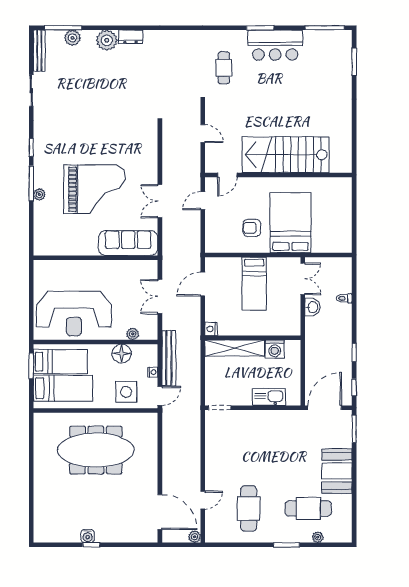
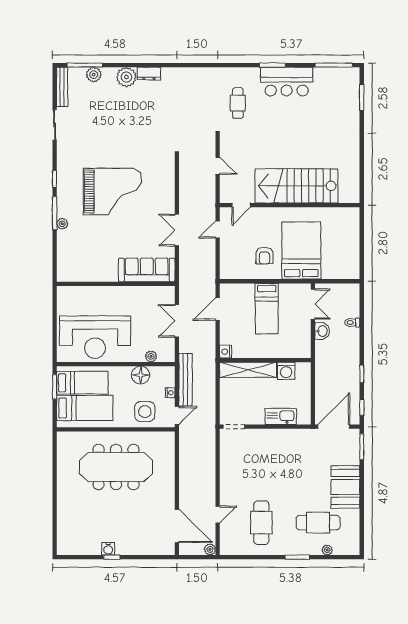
grand piano: (95, 189) -> (113, 192), moved
armchair: (252, 228) -> (264, 256), turned -90

